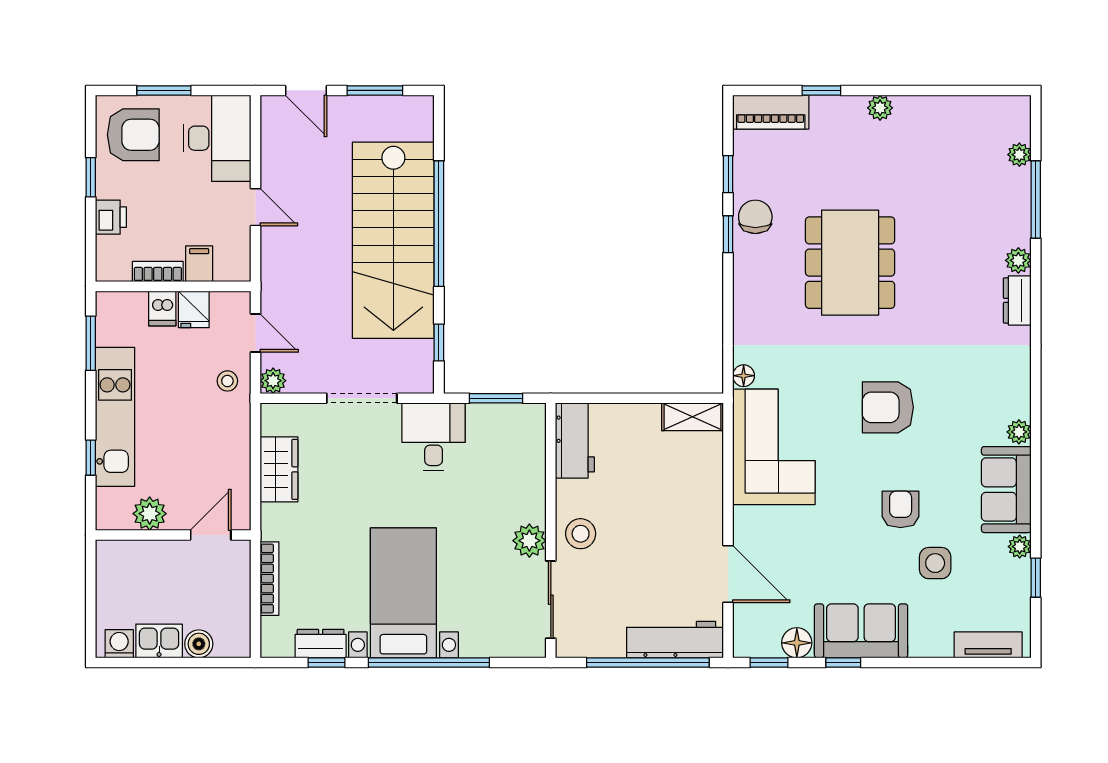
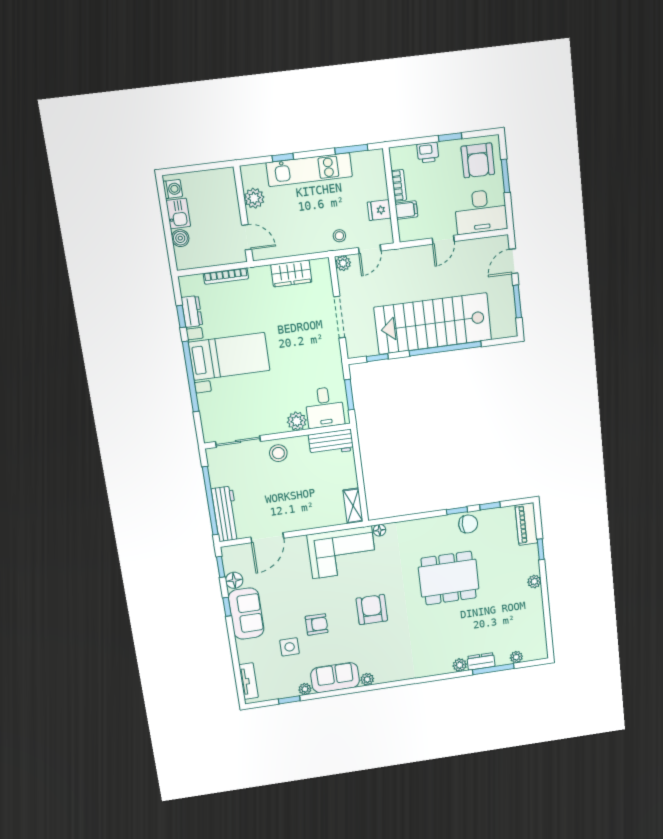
dresser: (1017, 300) -> (481, 661), moved
dishwasher: (162, 308) -> (377, 191), removed
desk: (434, 437) -> (325, 407), moved, turned 90
plant: (529, 541) -> (297, 421), moved

